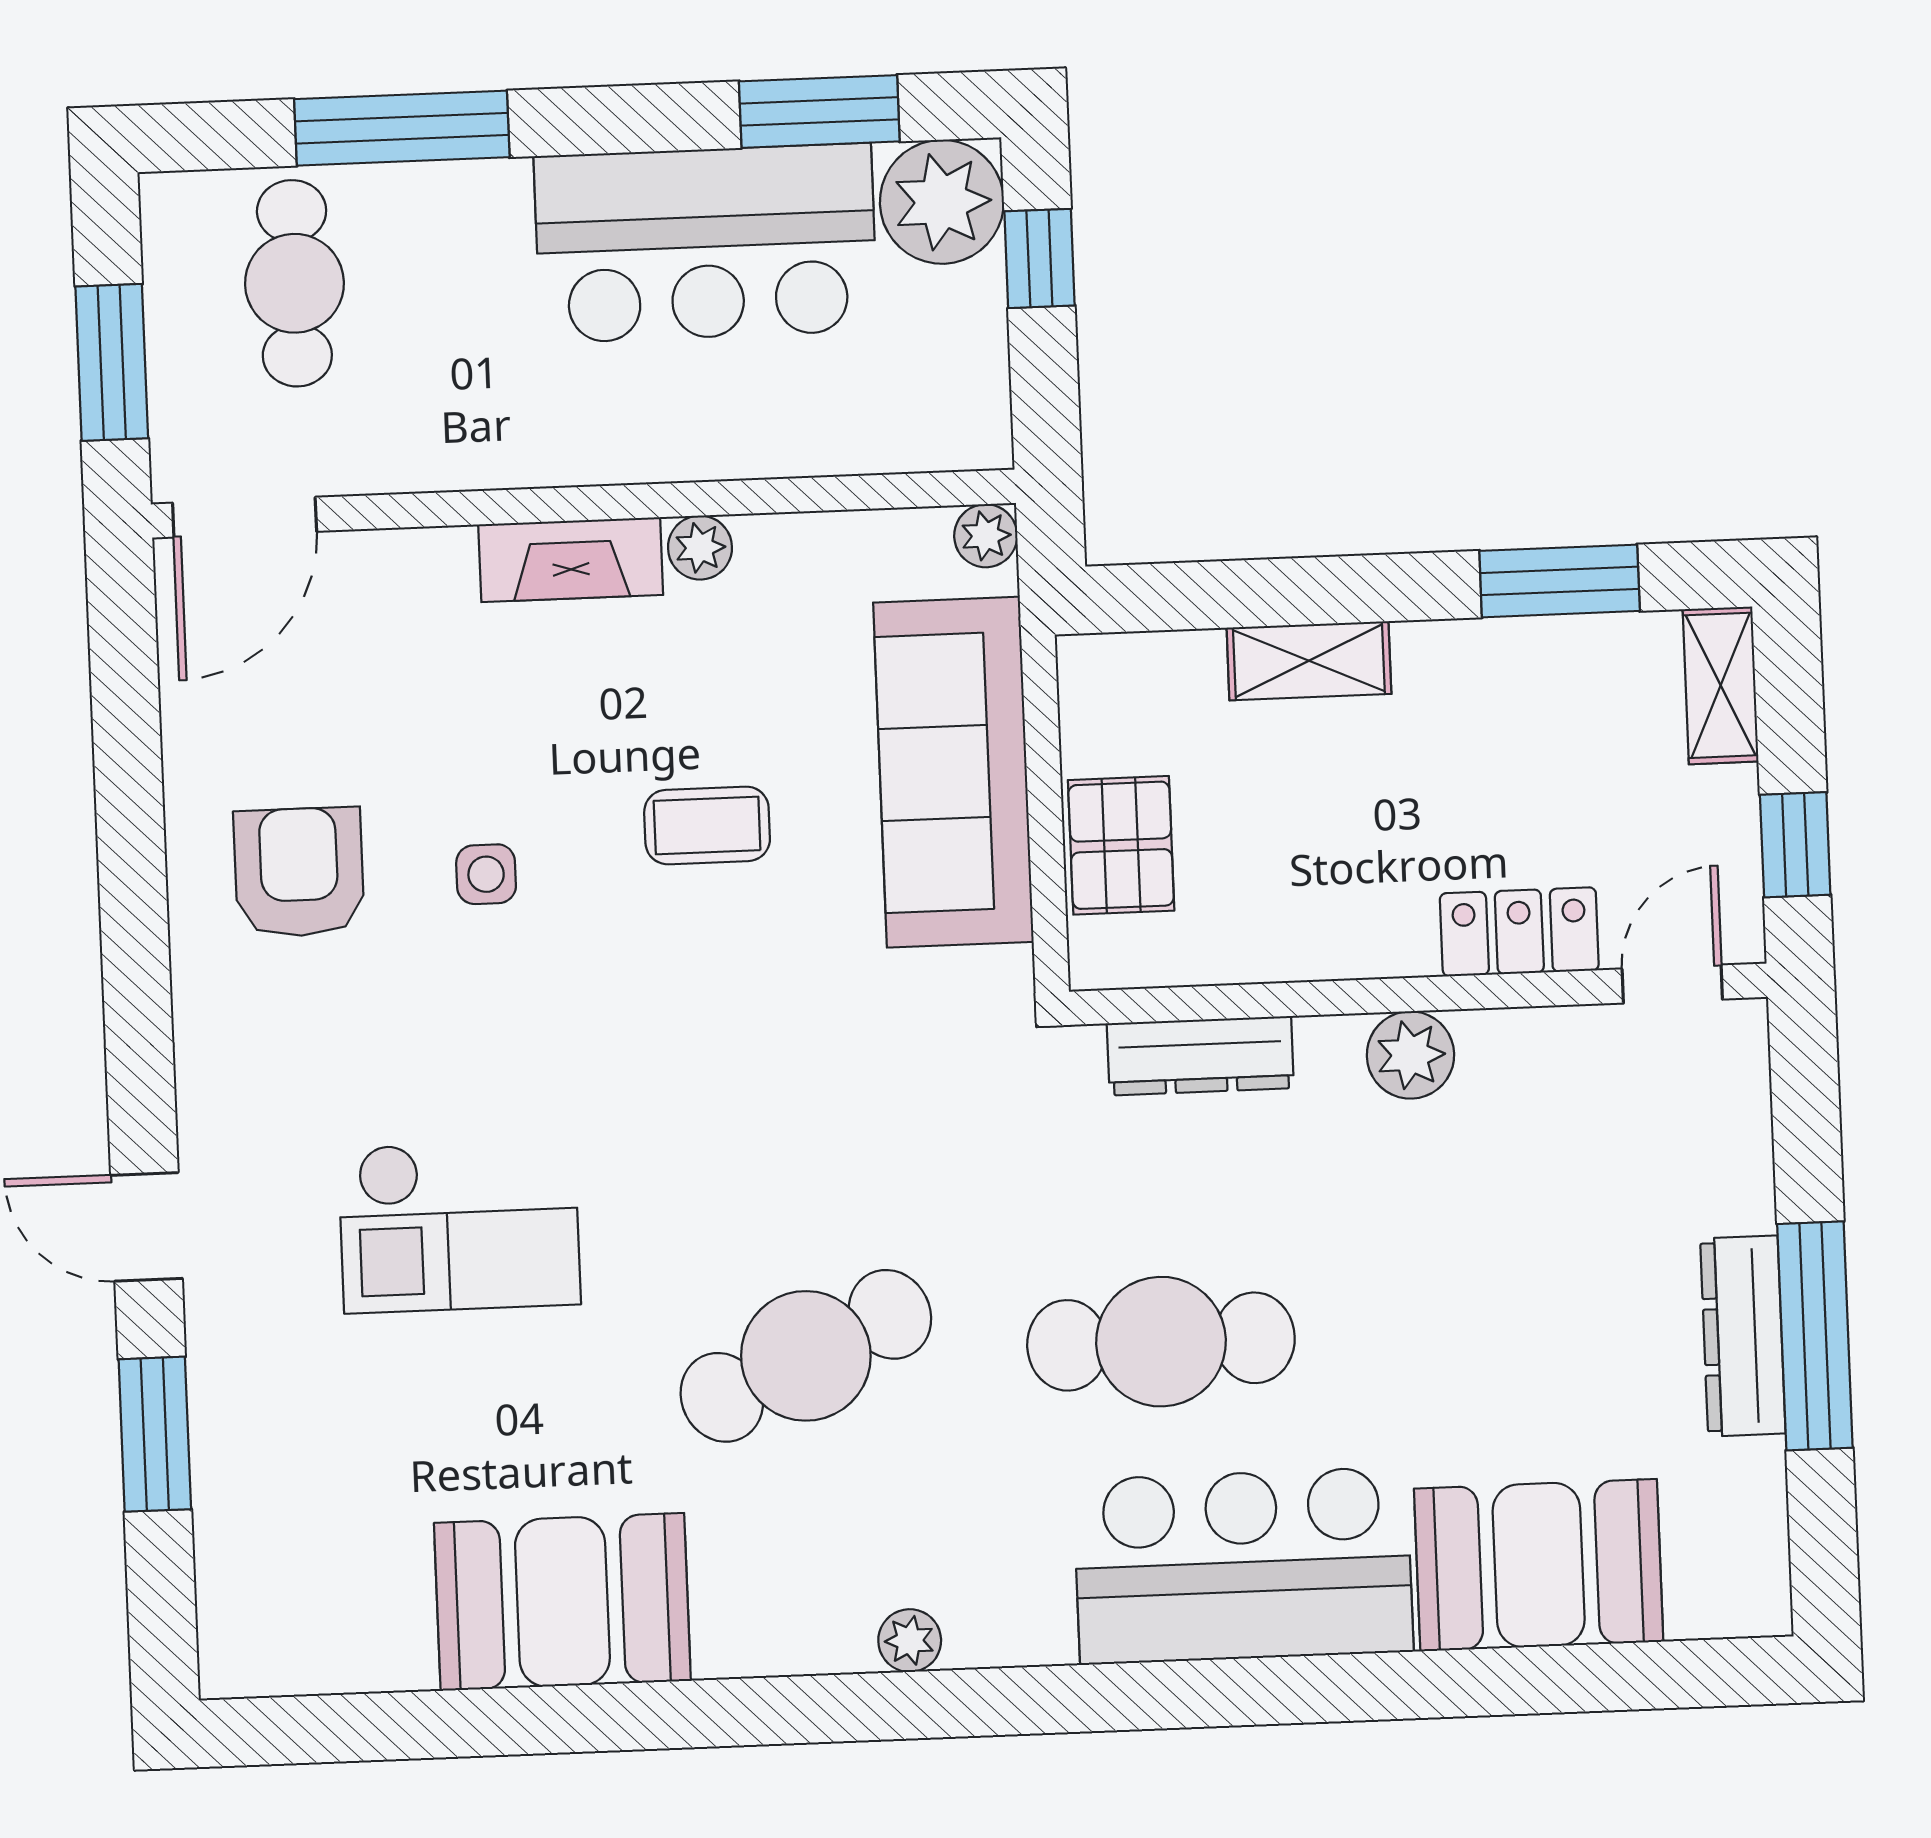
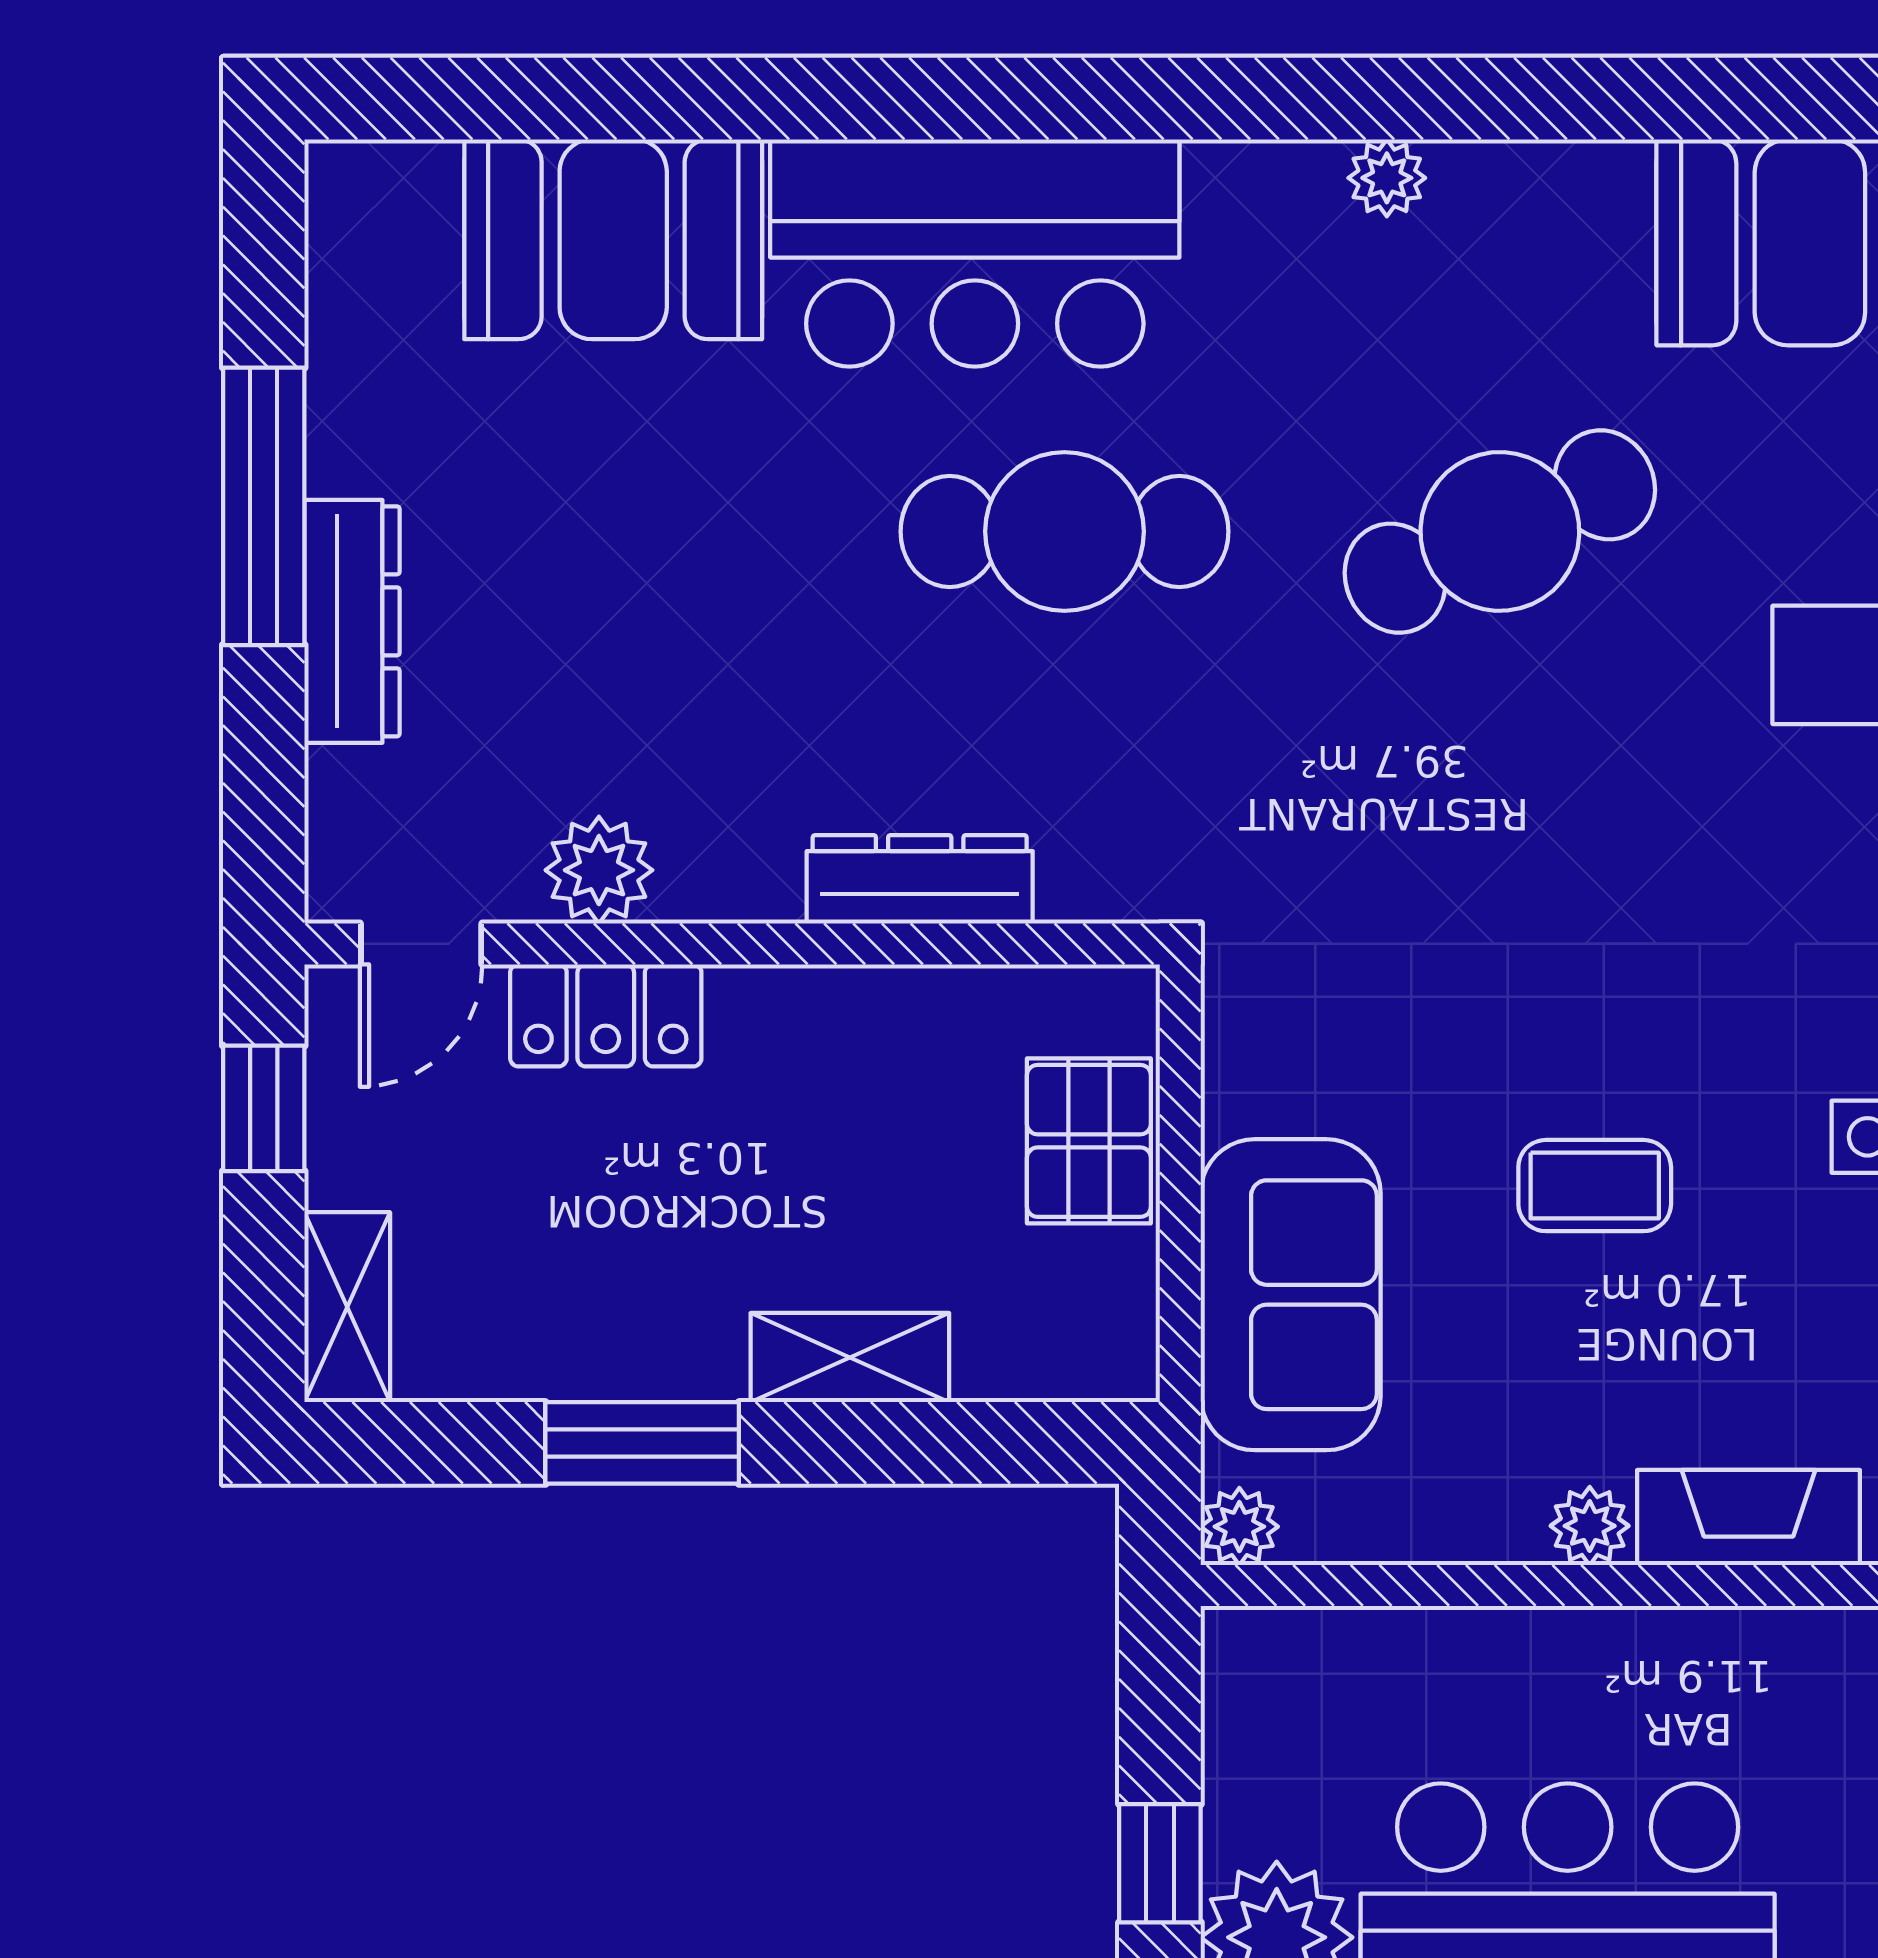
window: (1560, 581) -> (642, 1443), moved
sofa: (953, 772) -> (1291, 1295), width x0.73
plant: (1410, 1055) -> (599, 870), moved
dresser: (1200, 1056) -> (920, 879), moved
dresser: (1743, 1336) -> (352, 621), moved

